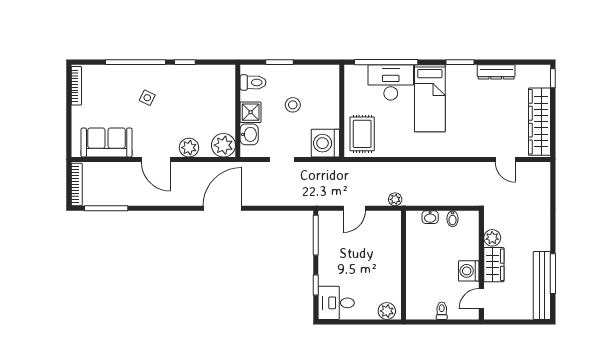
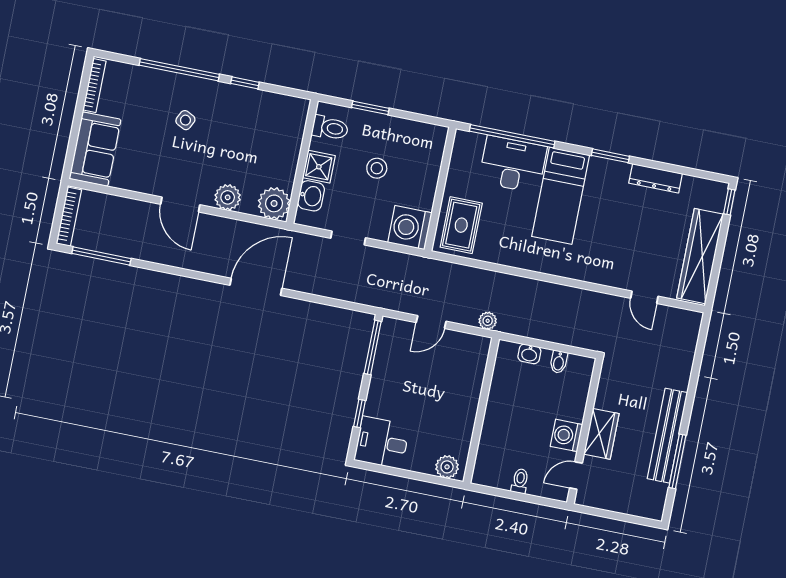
sofa: (107, 142) -> (95, 149), moved, turned 90
plant: (492, 238) -> (606, 398), removed
bench: (542, 285) -> (667, 436), moved

